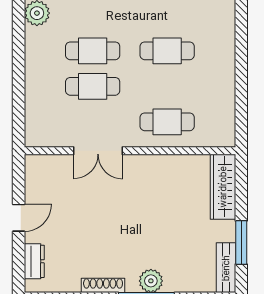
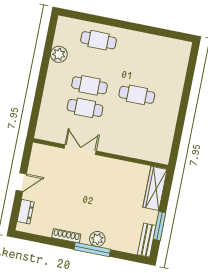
cafe table: (167, 122) -> (128, 140), removed
double door: (98, 151) -> (80, 150), swing flipped

